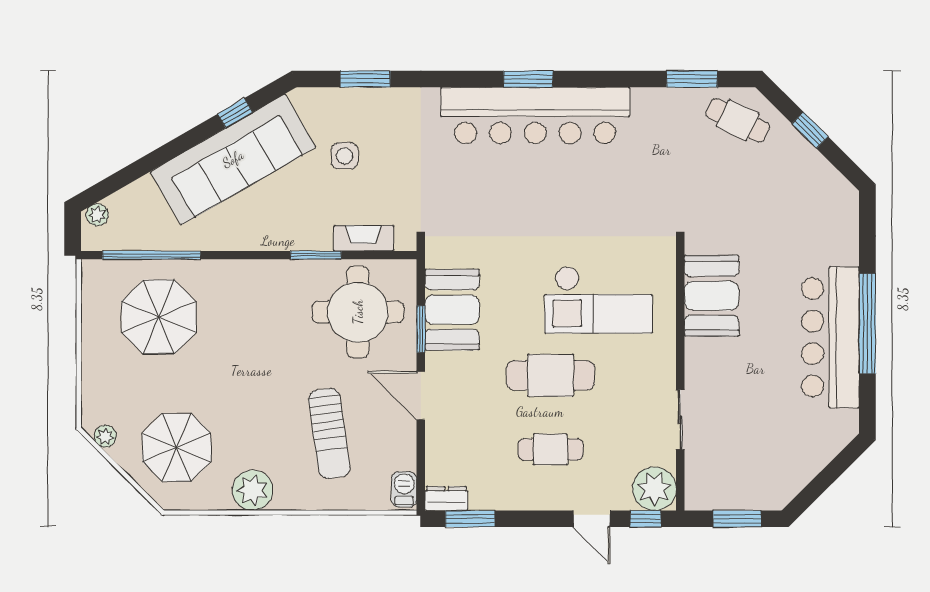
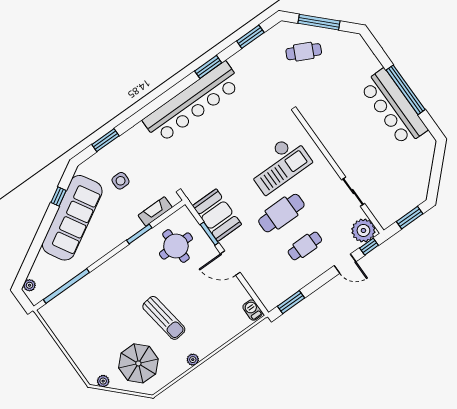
window: (528, 79) -> (208, 67), moved
cafe table: (738, 120) -> (304, 52), moved
window: (810, 130) -> (319, 22), width x2.17
booth: (712, 296) -> (328, 127), removed
round table: (358, 312) -> (176, 246), width x0.73, depth x0.73
parasol: (159, 317) -> (89, 311), removed
sun lounger: (329, 433) -> (164, 318), moved
plant: (253, 490) -> (193, 360), width x0.53, depth x0.53
dresser: (446, 498) -> (274, 301), removed

